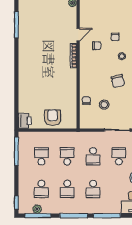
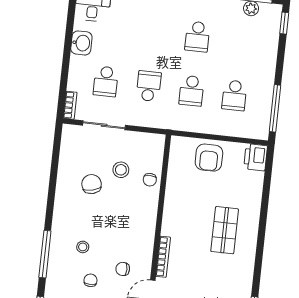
shop shelf: (39, 75) -> (225, 230), added
chair: (118, 81) -> (92, 184), moved
school desk: (41, 189) -> (240, 41), removed
school desk: (67, 189) -> (197, 37), turned 180
school desk: (93, 189) -> (155, 32), removed

